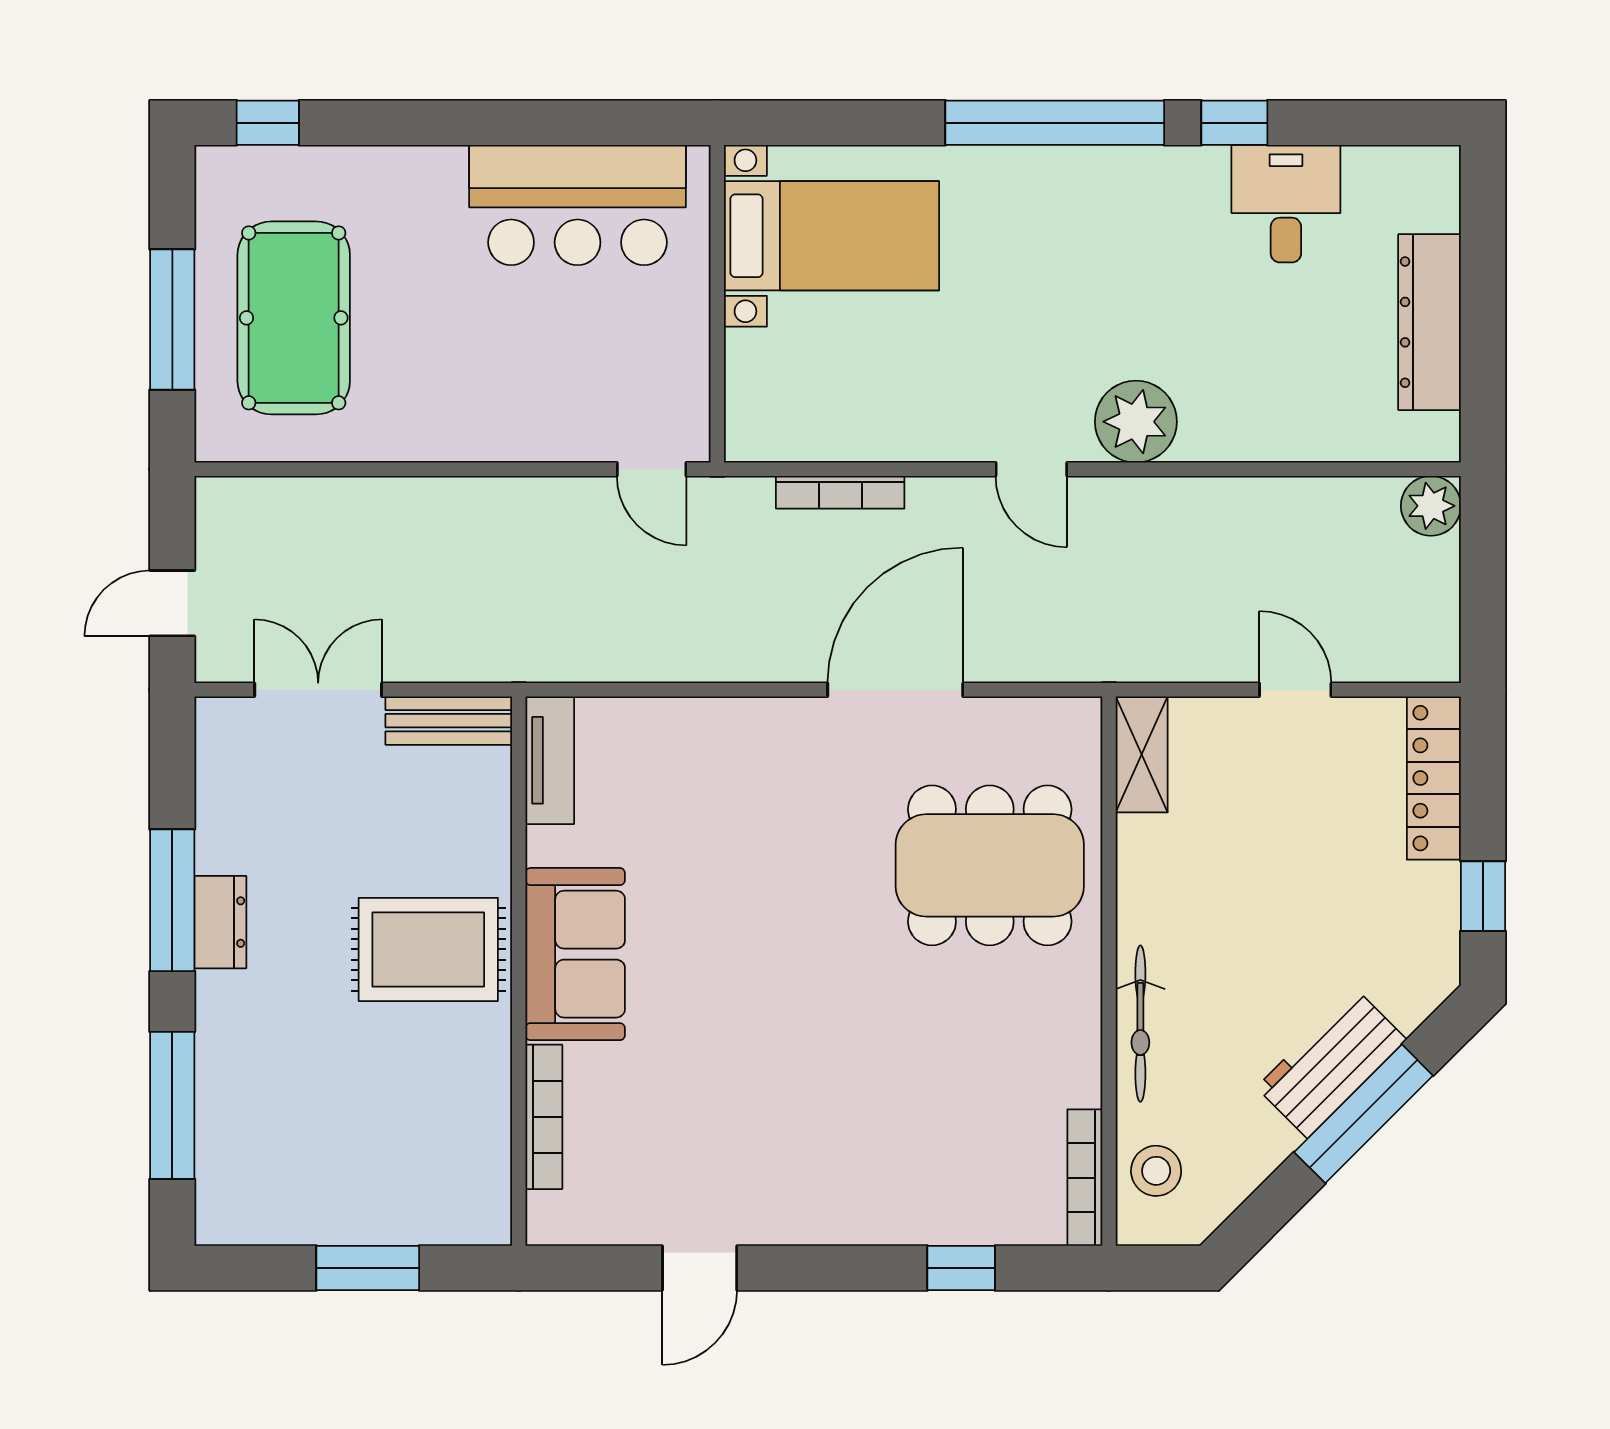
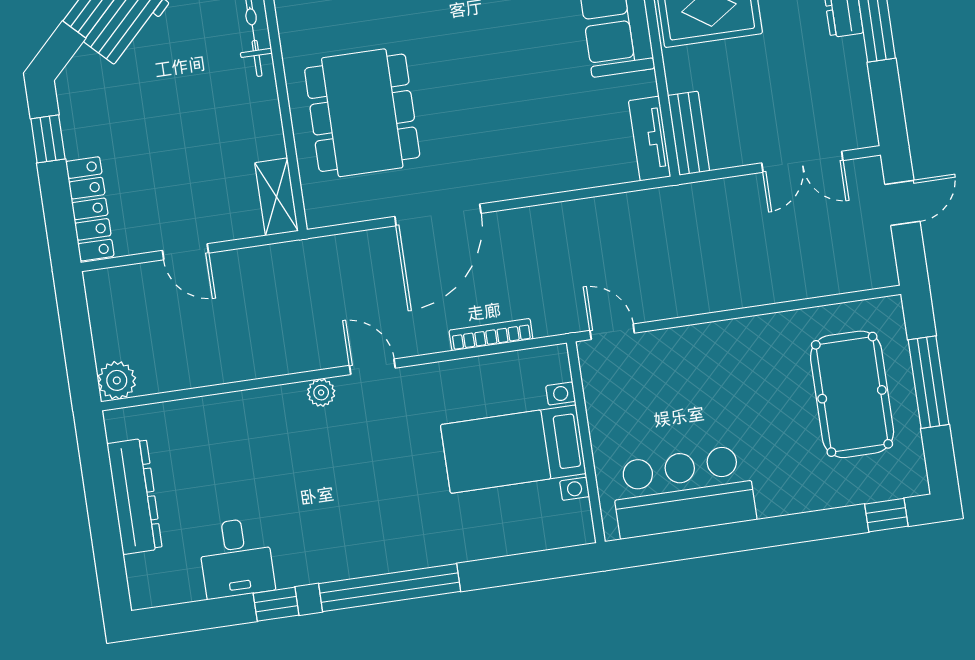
bed with nightstands: (832, 236) -> (513, 449), moved
plant: (1136, 422) -> (321, 393), width x0.53, depth x0.53
bench: (449, 721) -> (689, 133), moved, turned 90
dining table: (990, 865) -> (362, 113), turned 90

